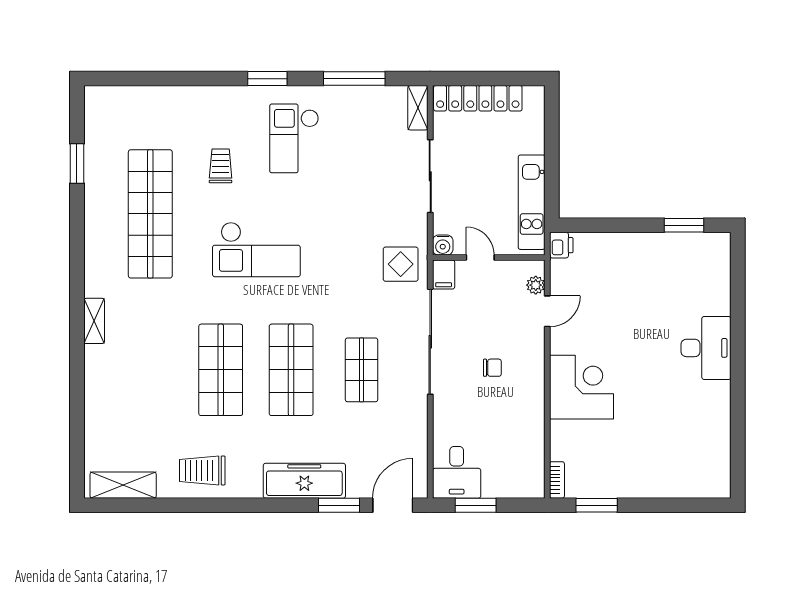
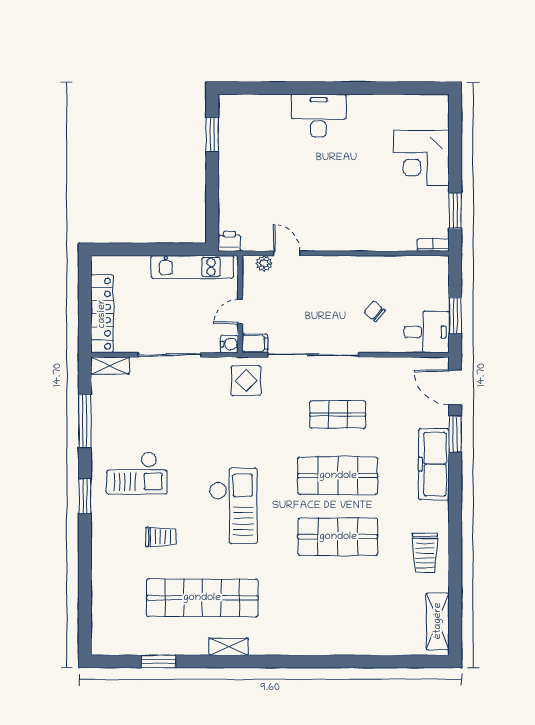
trolley: (221, 166) -> (161, 537), turned 180
shelving: (94, 321) -> (229, 647), moved
chair: (492, 368) -> (375, 311), moved, turned -50
corner desk: (581, 387) -> (421, 158), moved, turned -90

